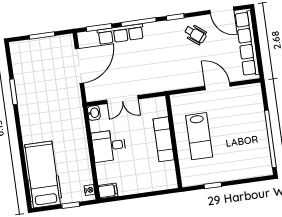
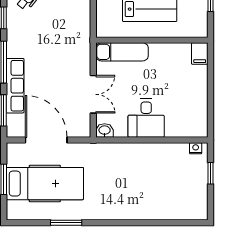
exam couch: (164, 139) -> (122, 52), moved
hospital bed: (43, 174) -> (45, 184), moved, turned 180
filing cabinet: (108, 191) -> (200, 54), moved, turned 180

